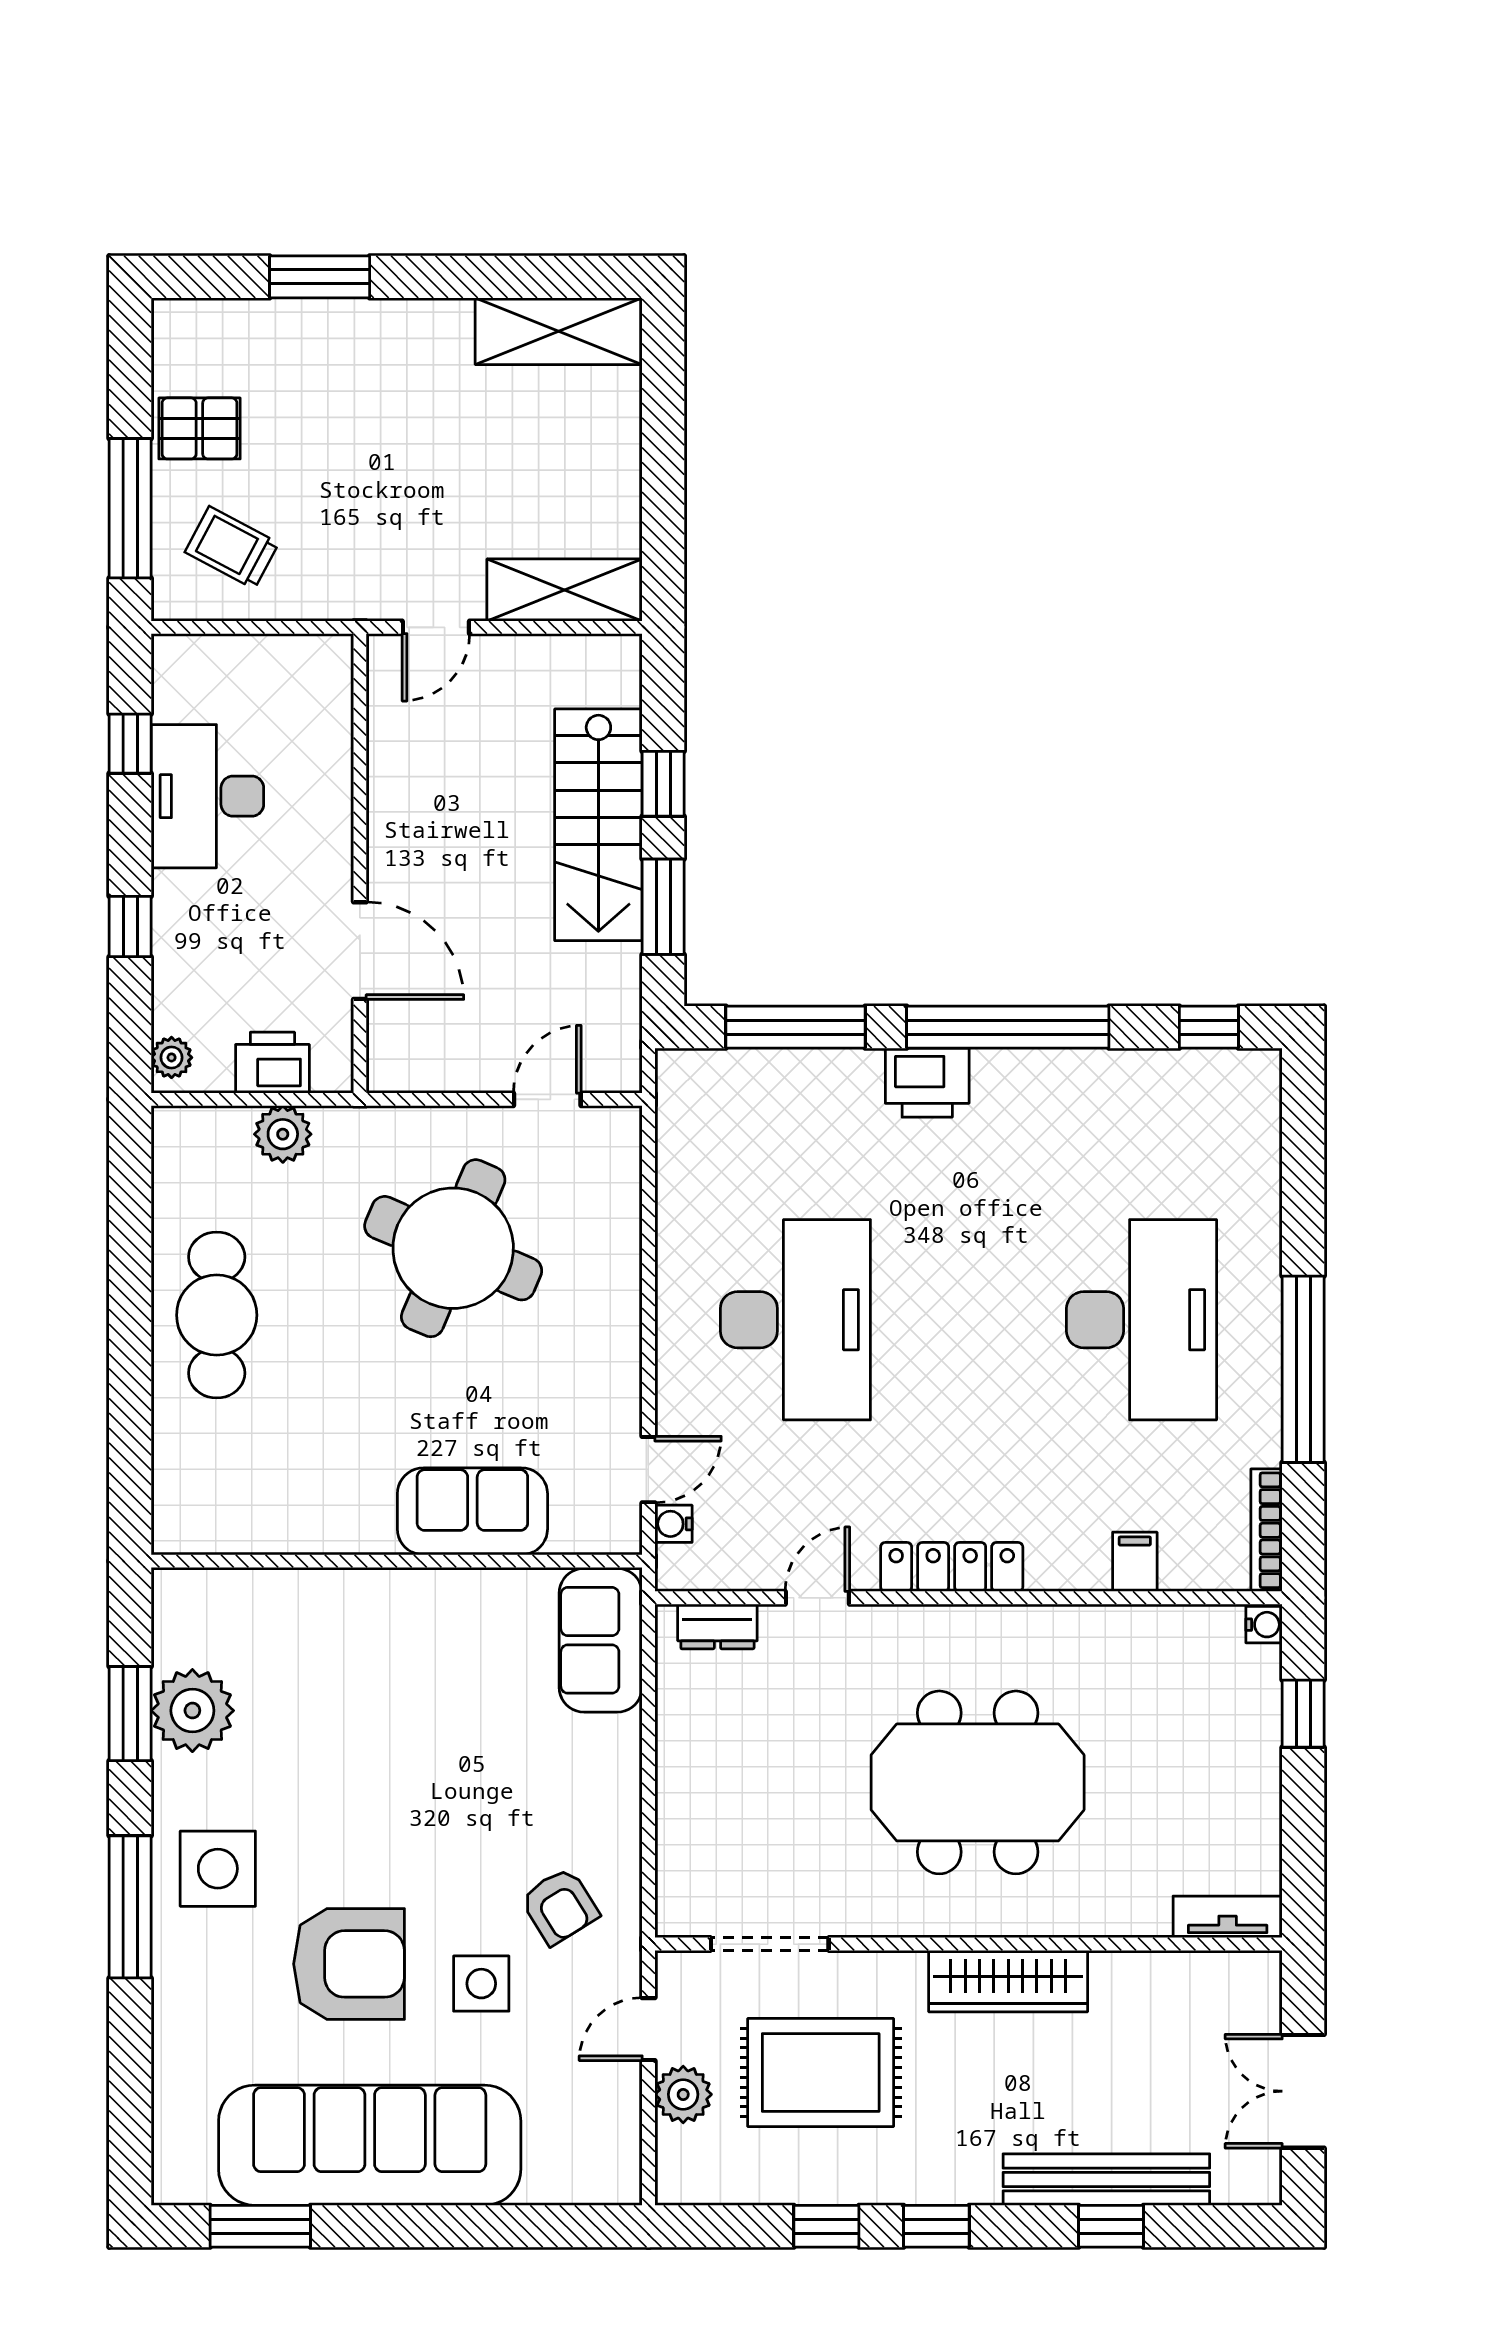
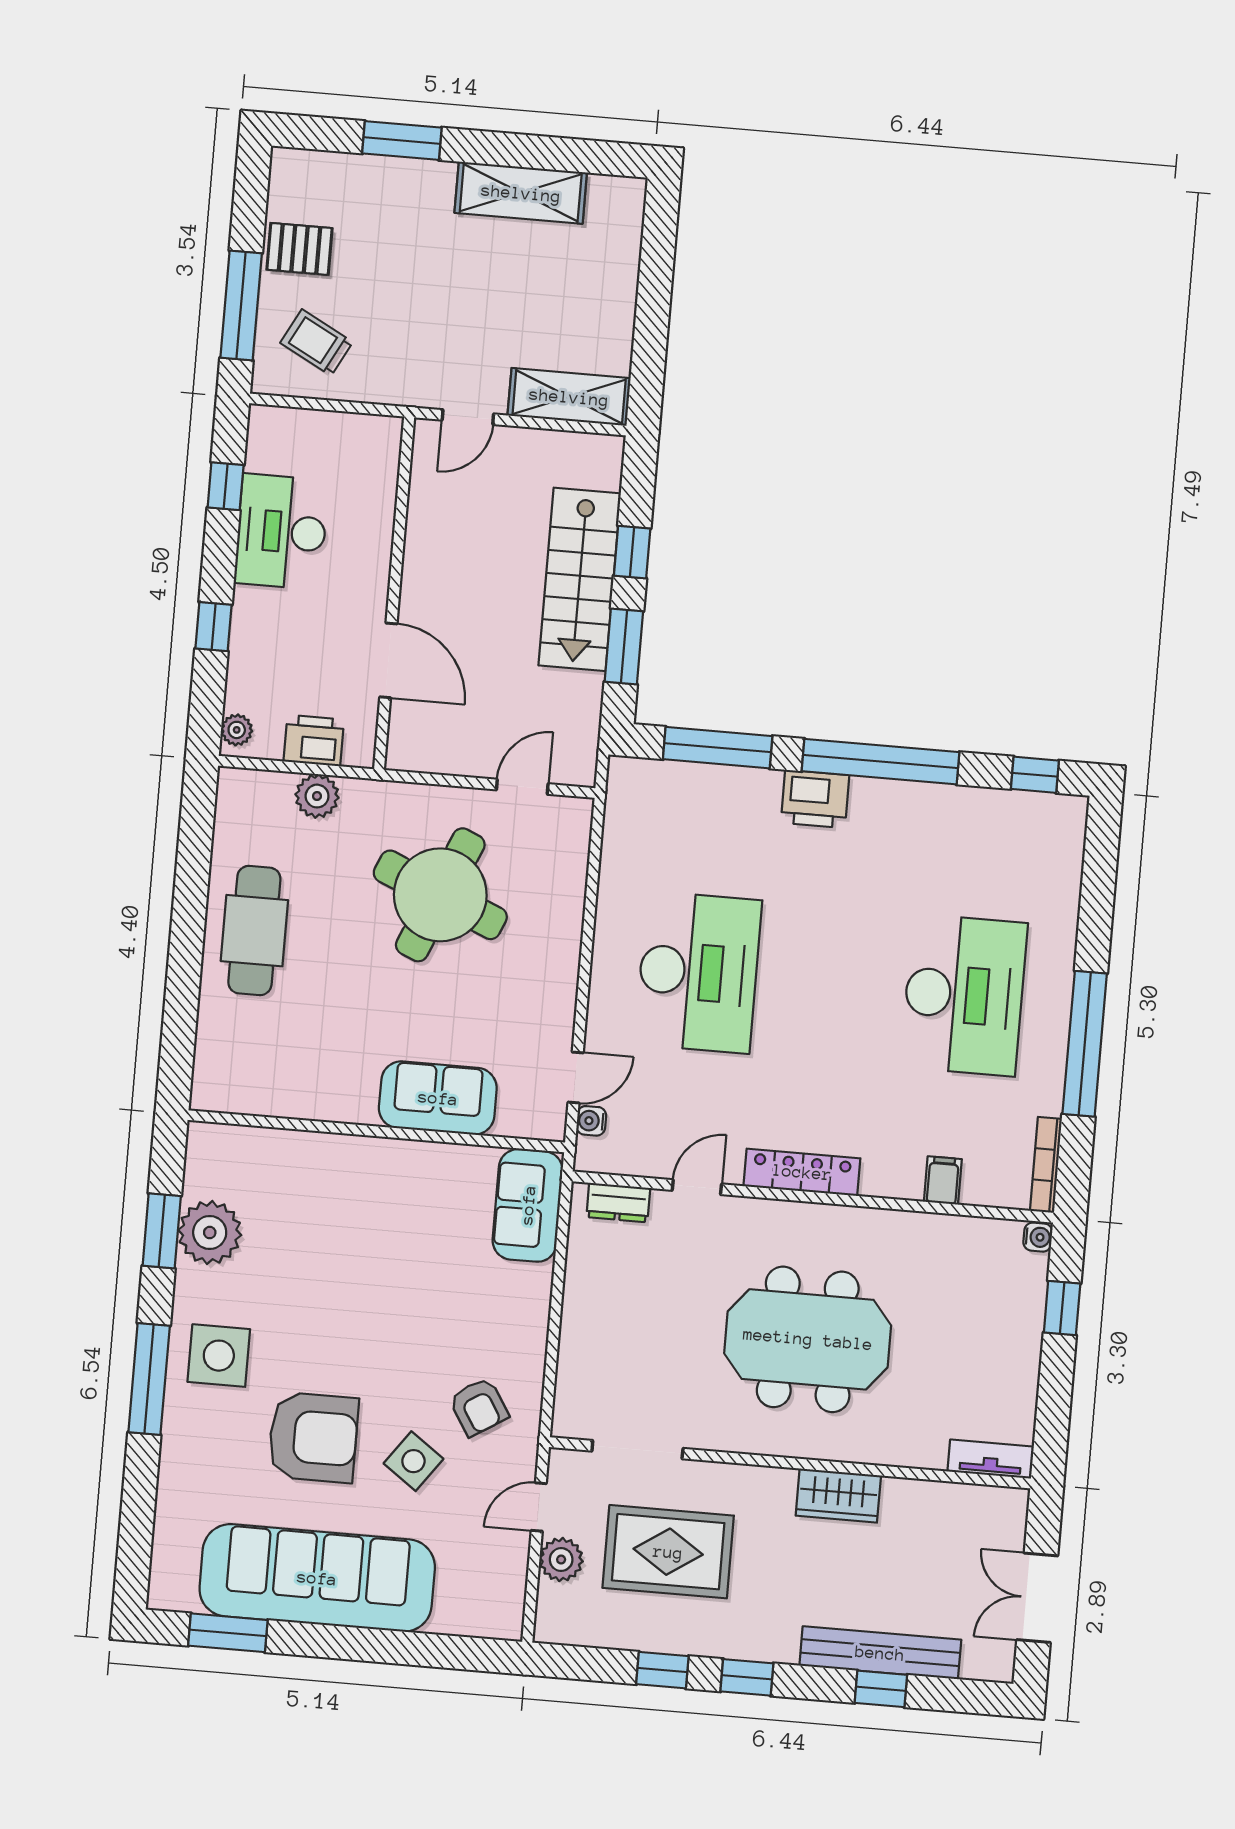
shelving: (559, 331) -> (521, 193), moved
wardrobe: (1008, 1981) -> (838, 1496), width x0.67
side table: (481, 1984) -> (413, 1461), turned 36

